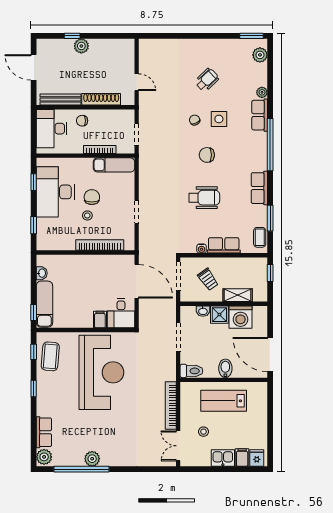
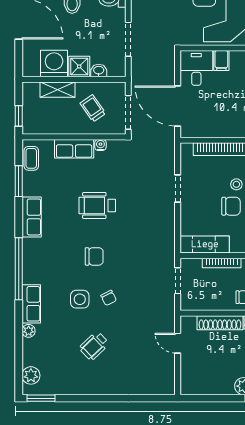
chair: (92, 197) -> (231, 206), turned -90

